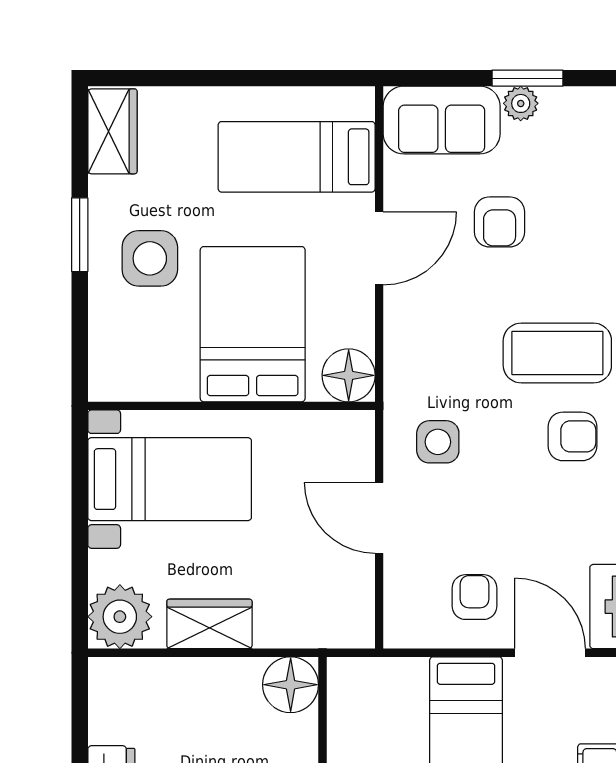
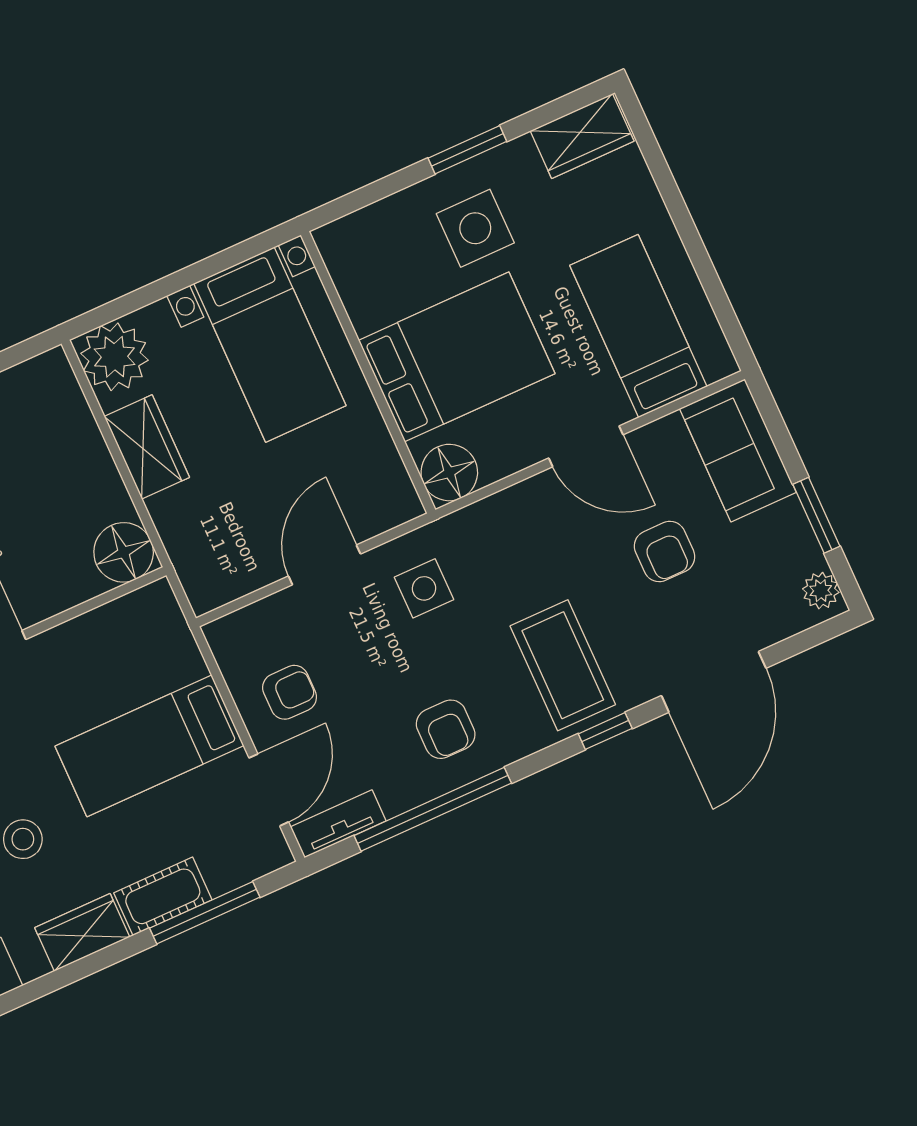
plant: (521, 103) -> (821, 591), moved
armchair: (500, 222) -> (665, 551), turned -90
armchair: (572, 436) -> (446, 729), moved

